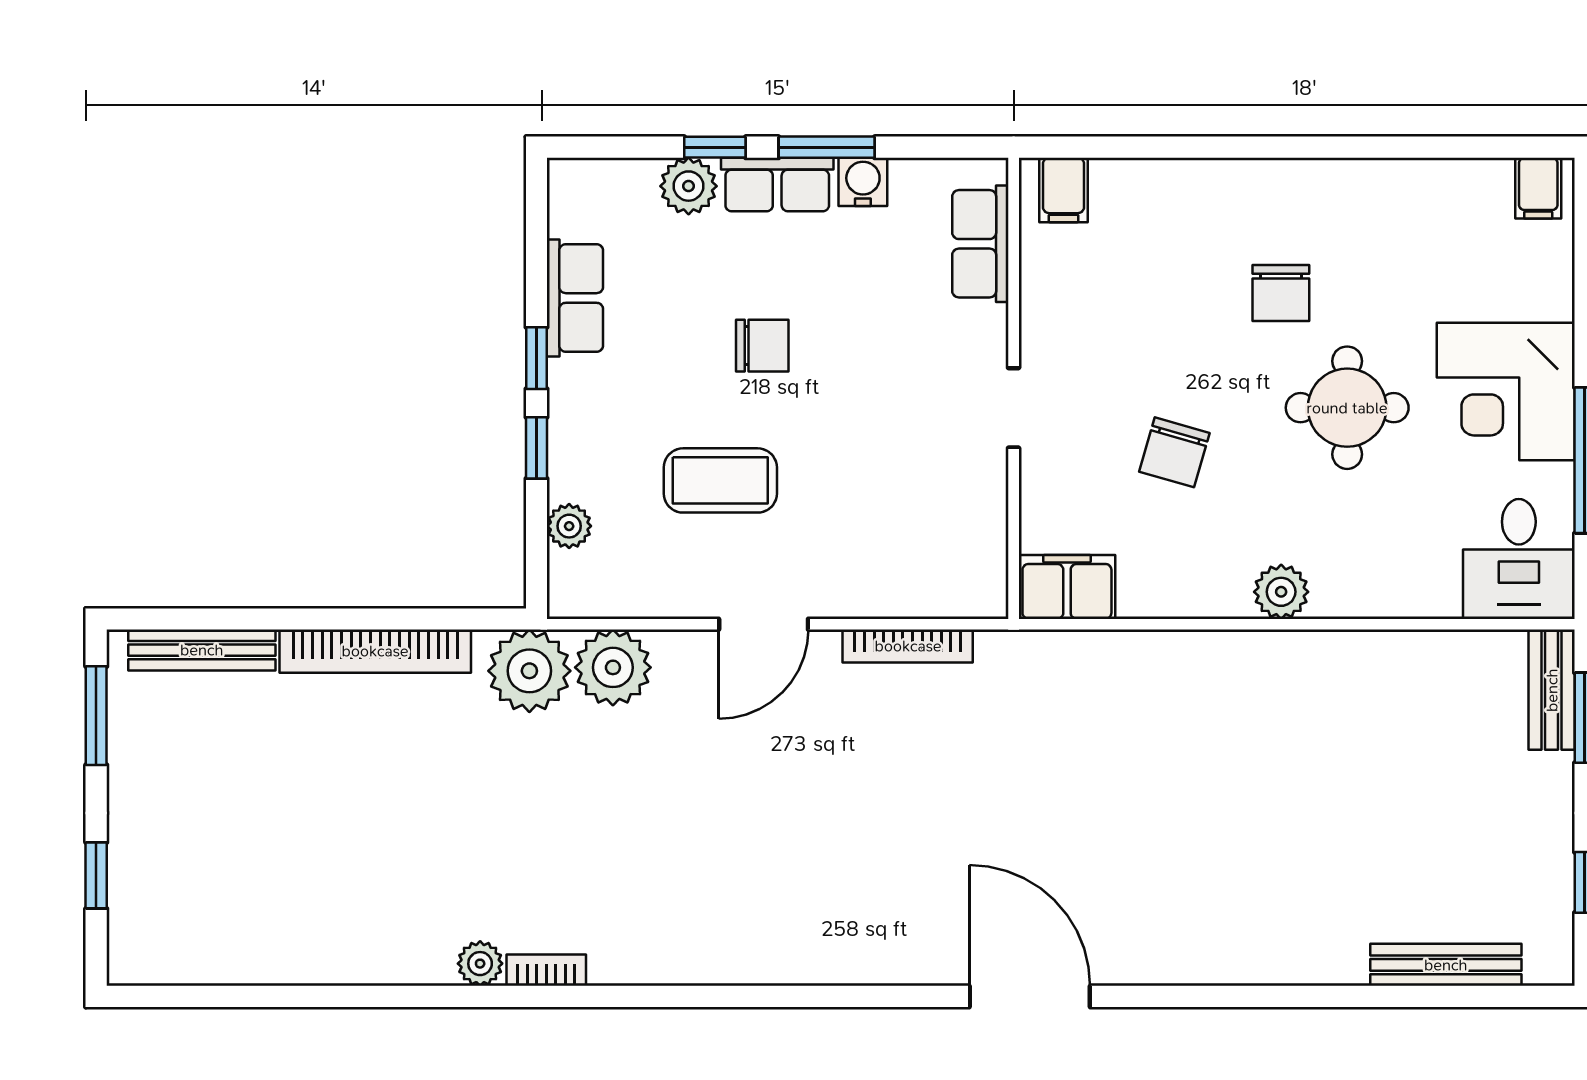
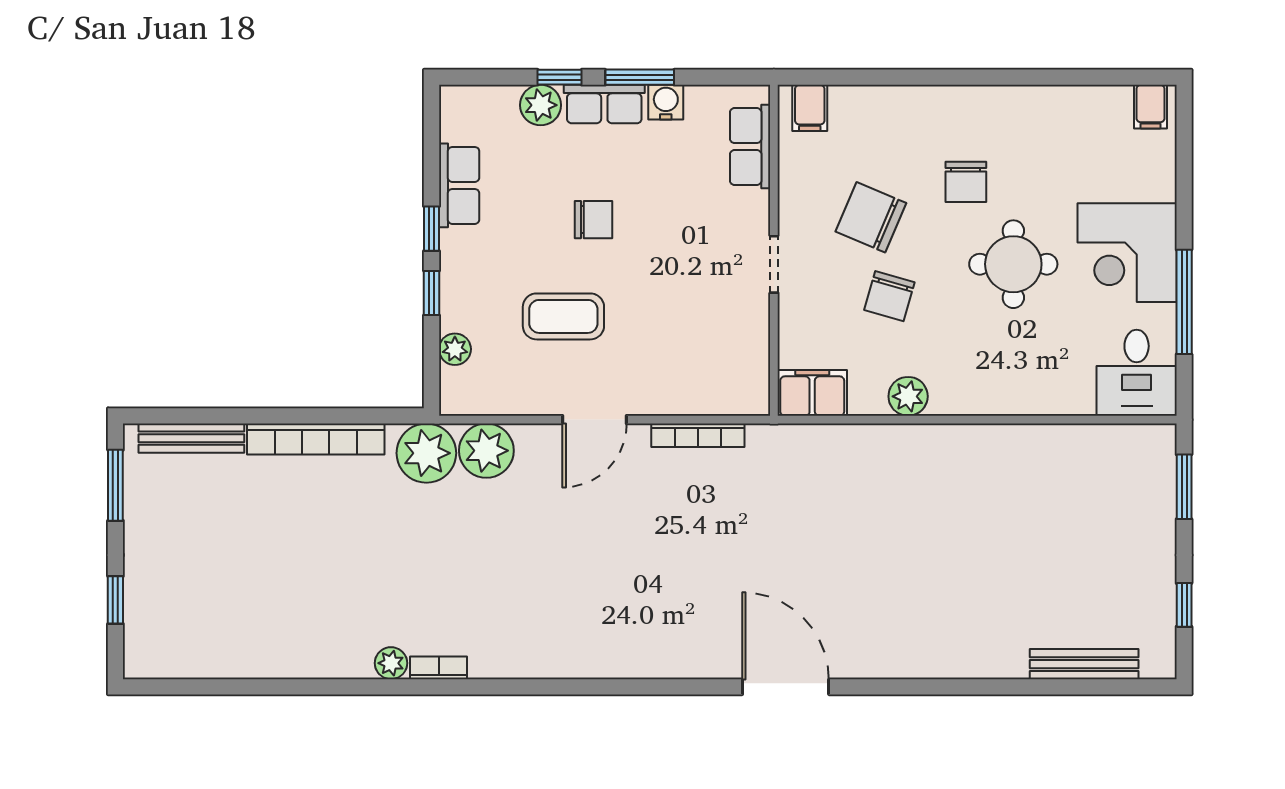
chair: (1149, 342) -> (871, 217), added
plant: (1281, 592) -> (908, 396), moved
bench: (1552, 690) -> (1160, 467), removed

